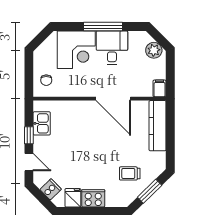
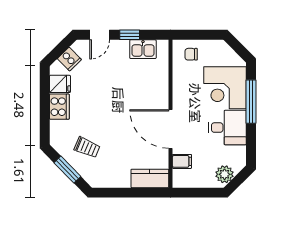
window: (103, 27) -> (251, 102), moved
filing cabinet: (160, 88) -> (182, 161), moved
door: (113, 99) -> (170, 129), hinge flipped
kitchen counter: (158, 126) -> (150, 178), width x0.67
trolley: (130, 173) -> (87, 147), turned 113

